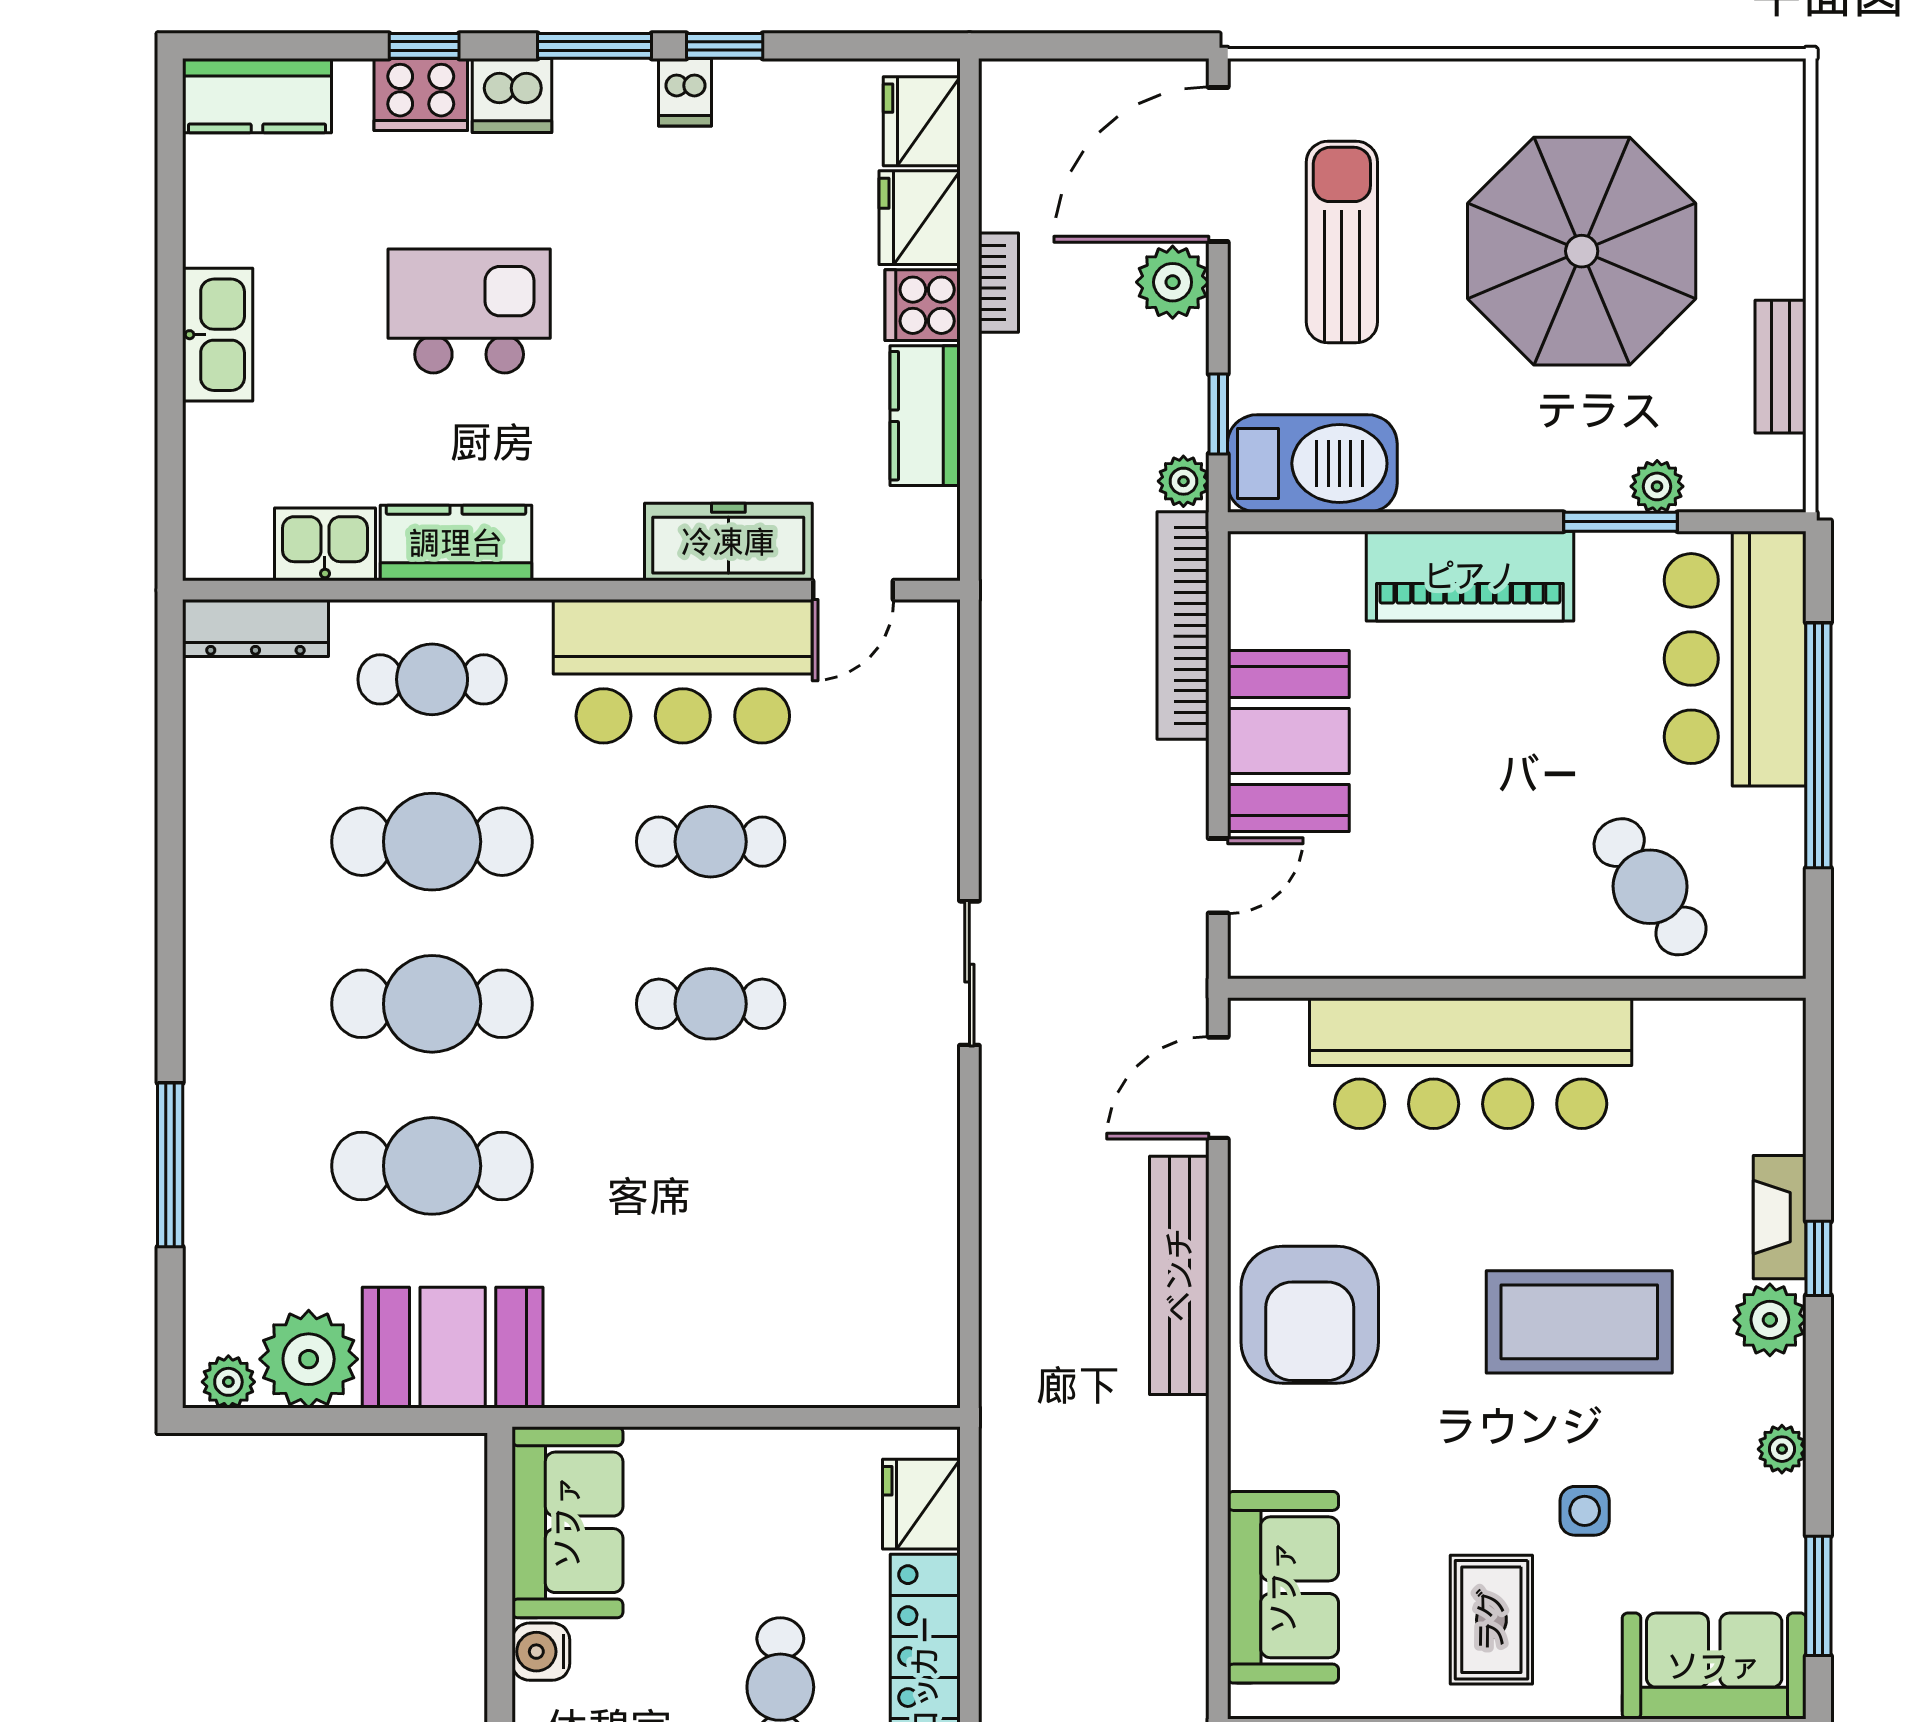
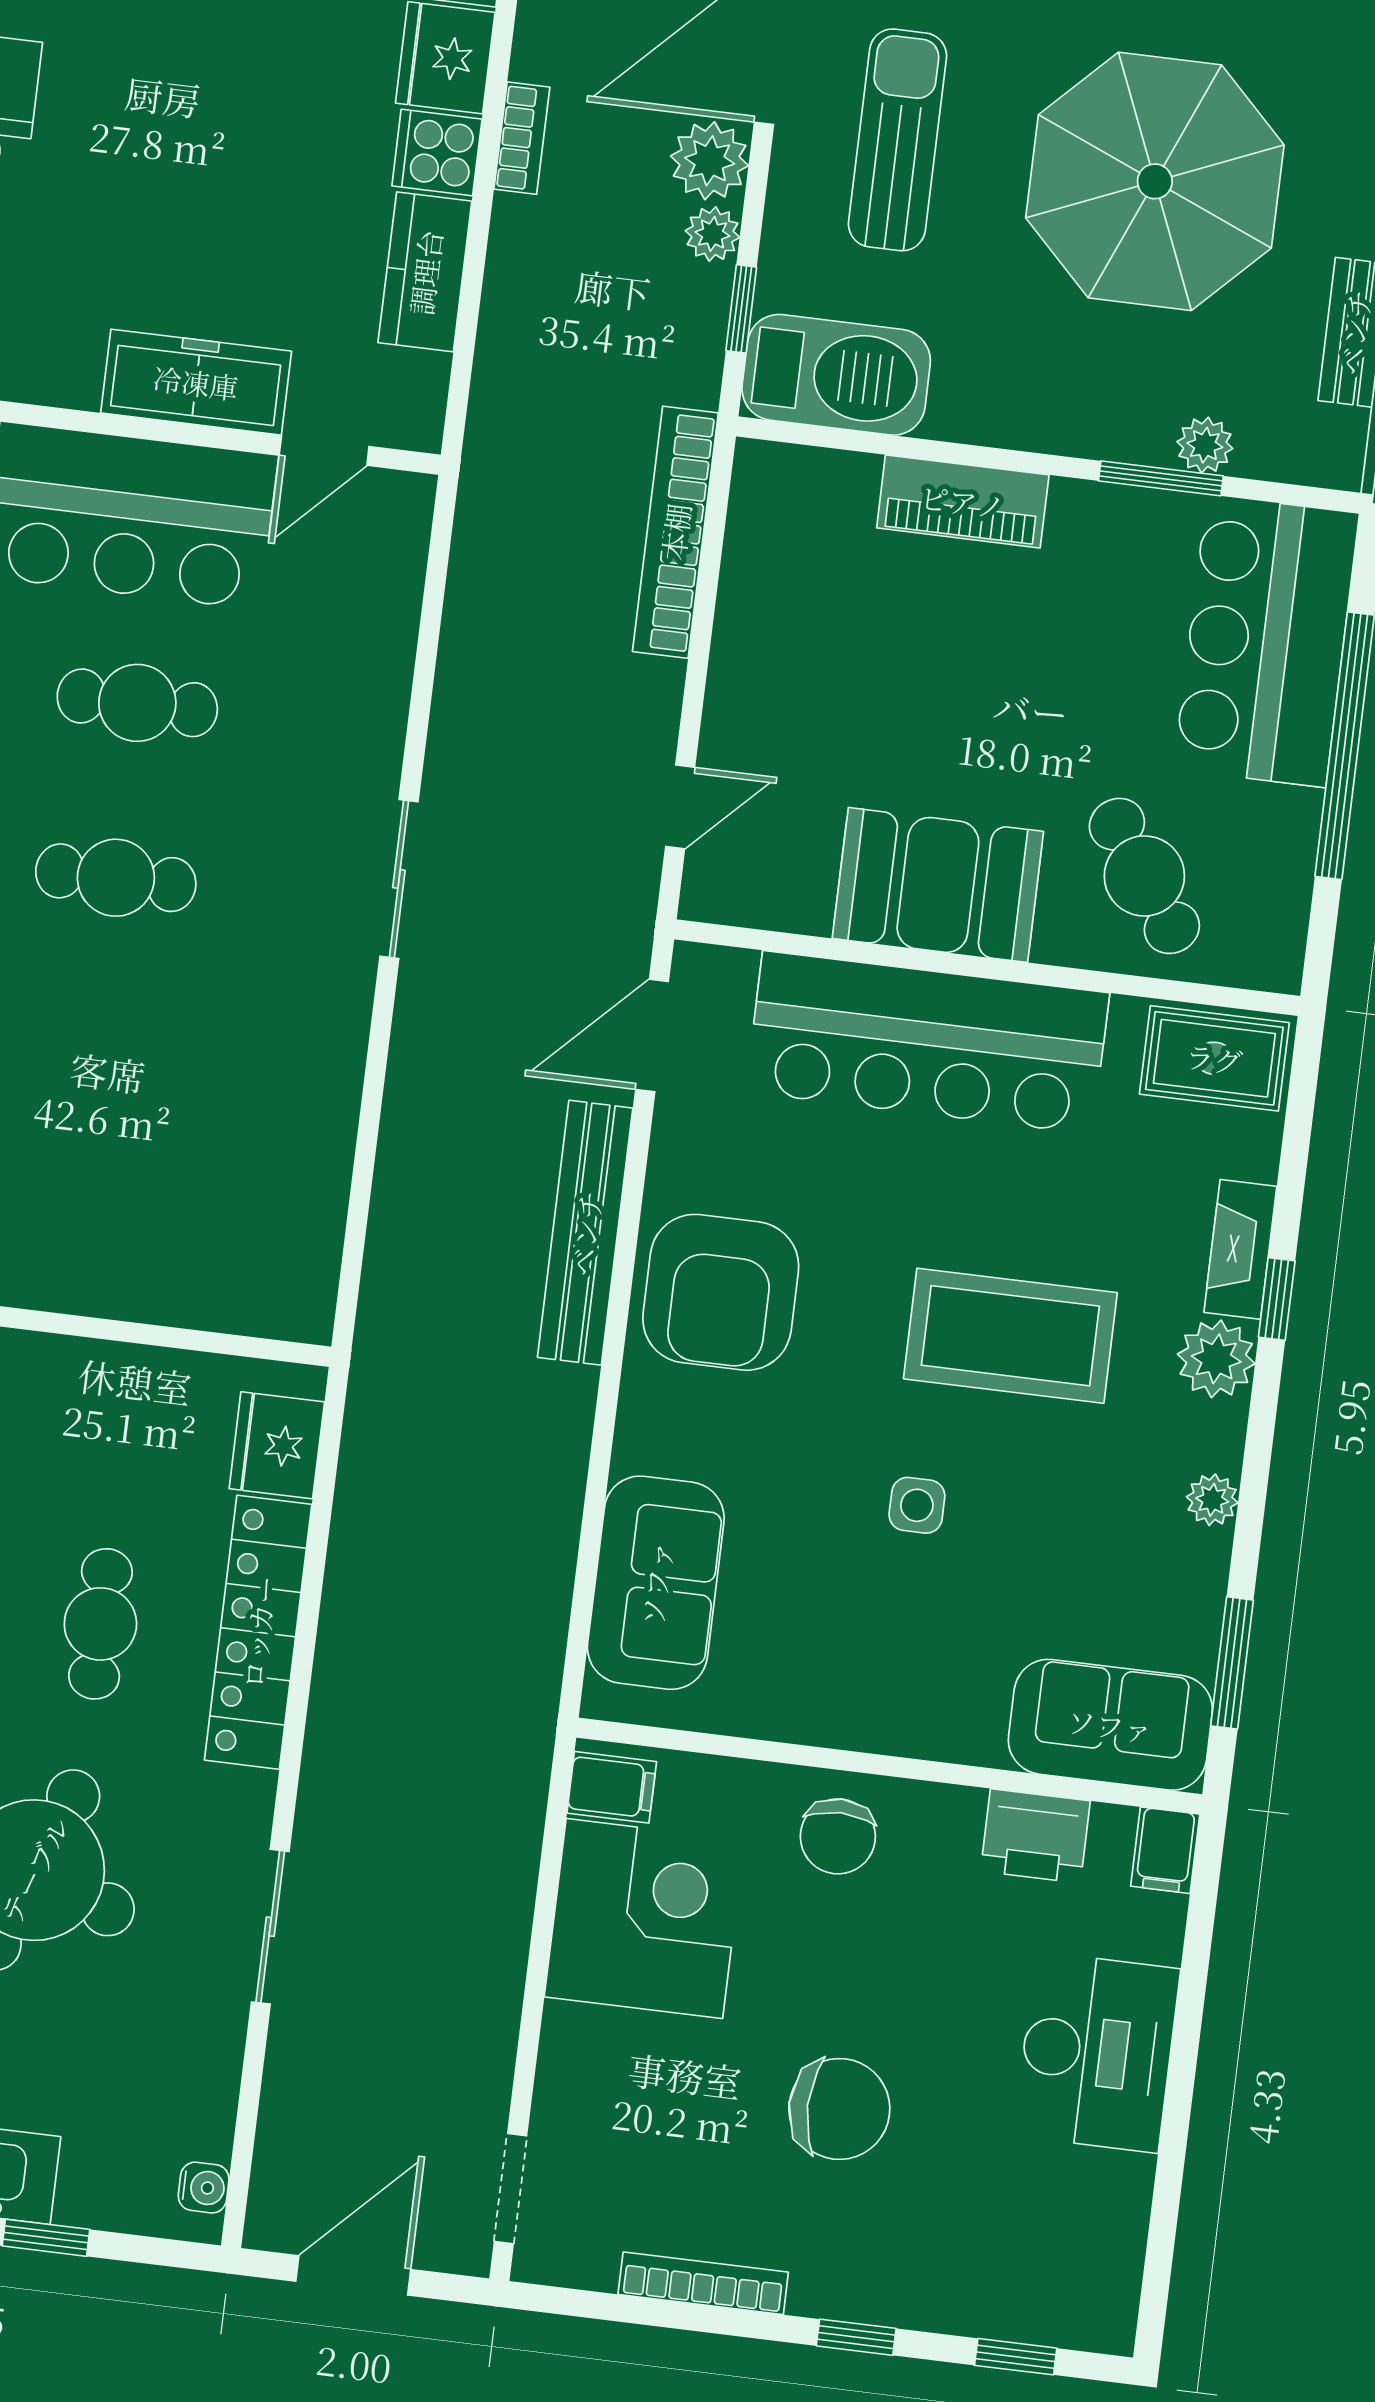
plant: (1183, 481) -> (712, 234), moved
piano: (1470, 576) -> (963, 501), width x0.73, depth x0.75
booth: (1288, 741) -> (938, 885), moved, turned 90
side table: (1585, 1511) -> (917, 1505), moved
rug: (1491, 1620) -> (1214, 1058), moved, turned 90

